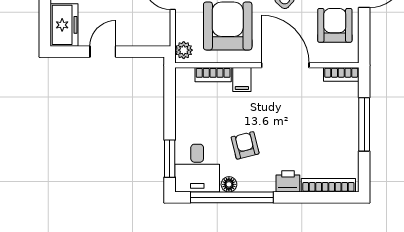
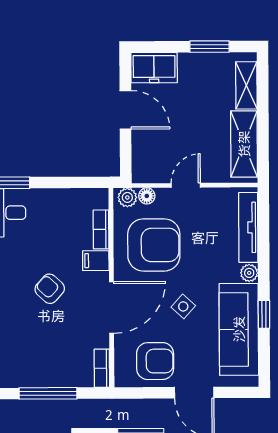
floor lamp: (182, 32) -> (147, 196), added
door: (103, 52) -> (125, 110), width x1.38
armchair: (245, 145) -> (50, 289), moved, turned -124

